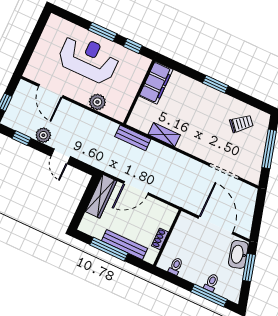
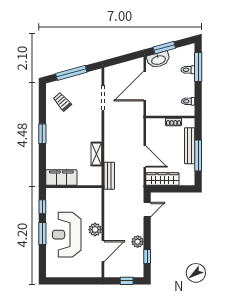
plant: (97, 102) -> (95, 230), moved
door: (61, 156) -> (147, 210), moved

